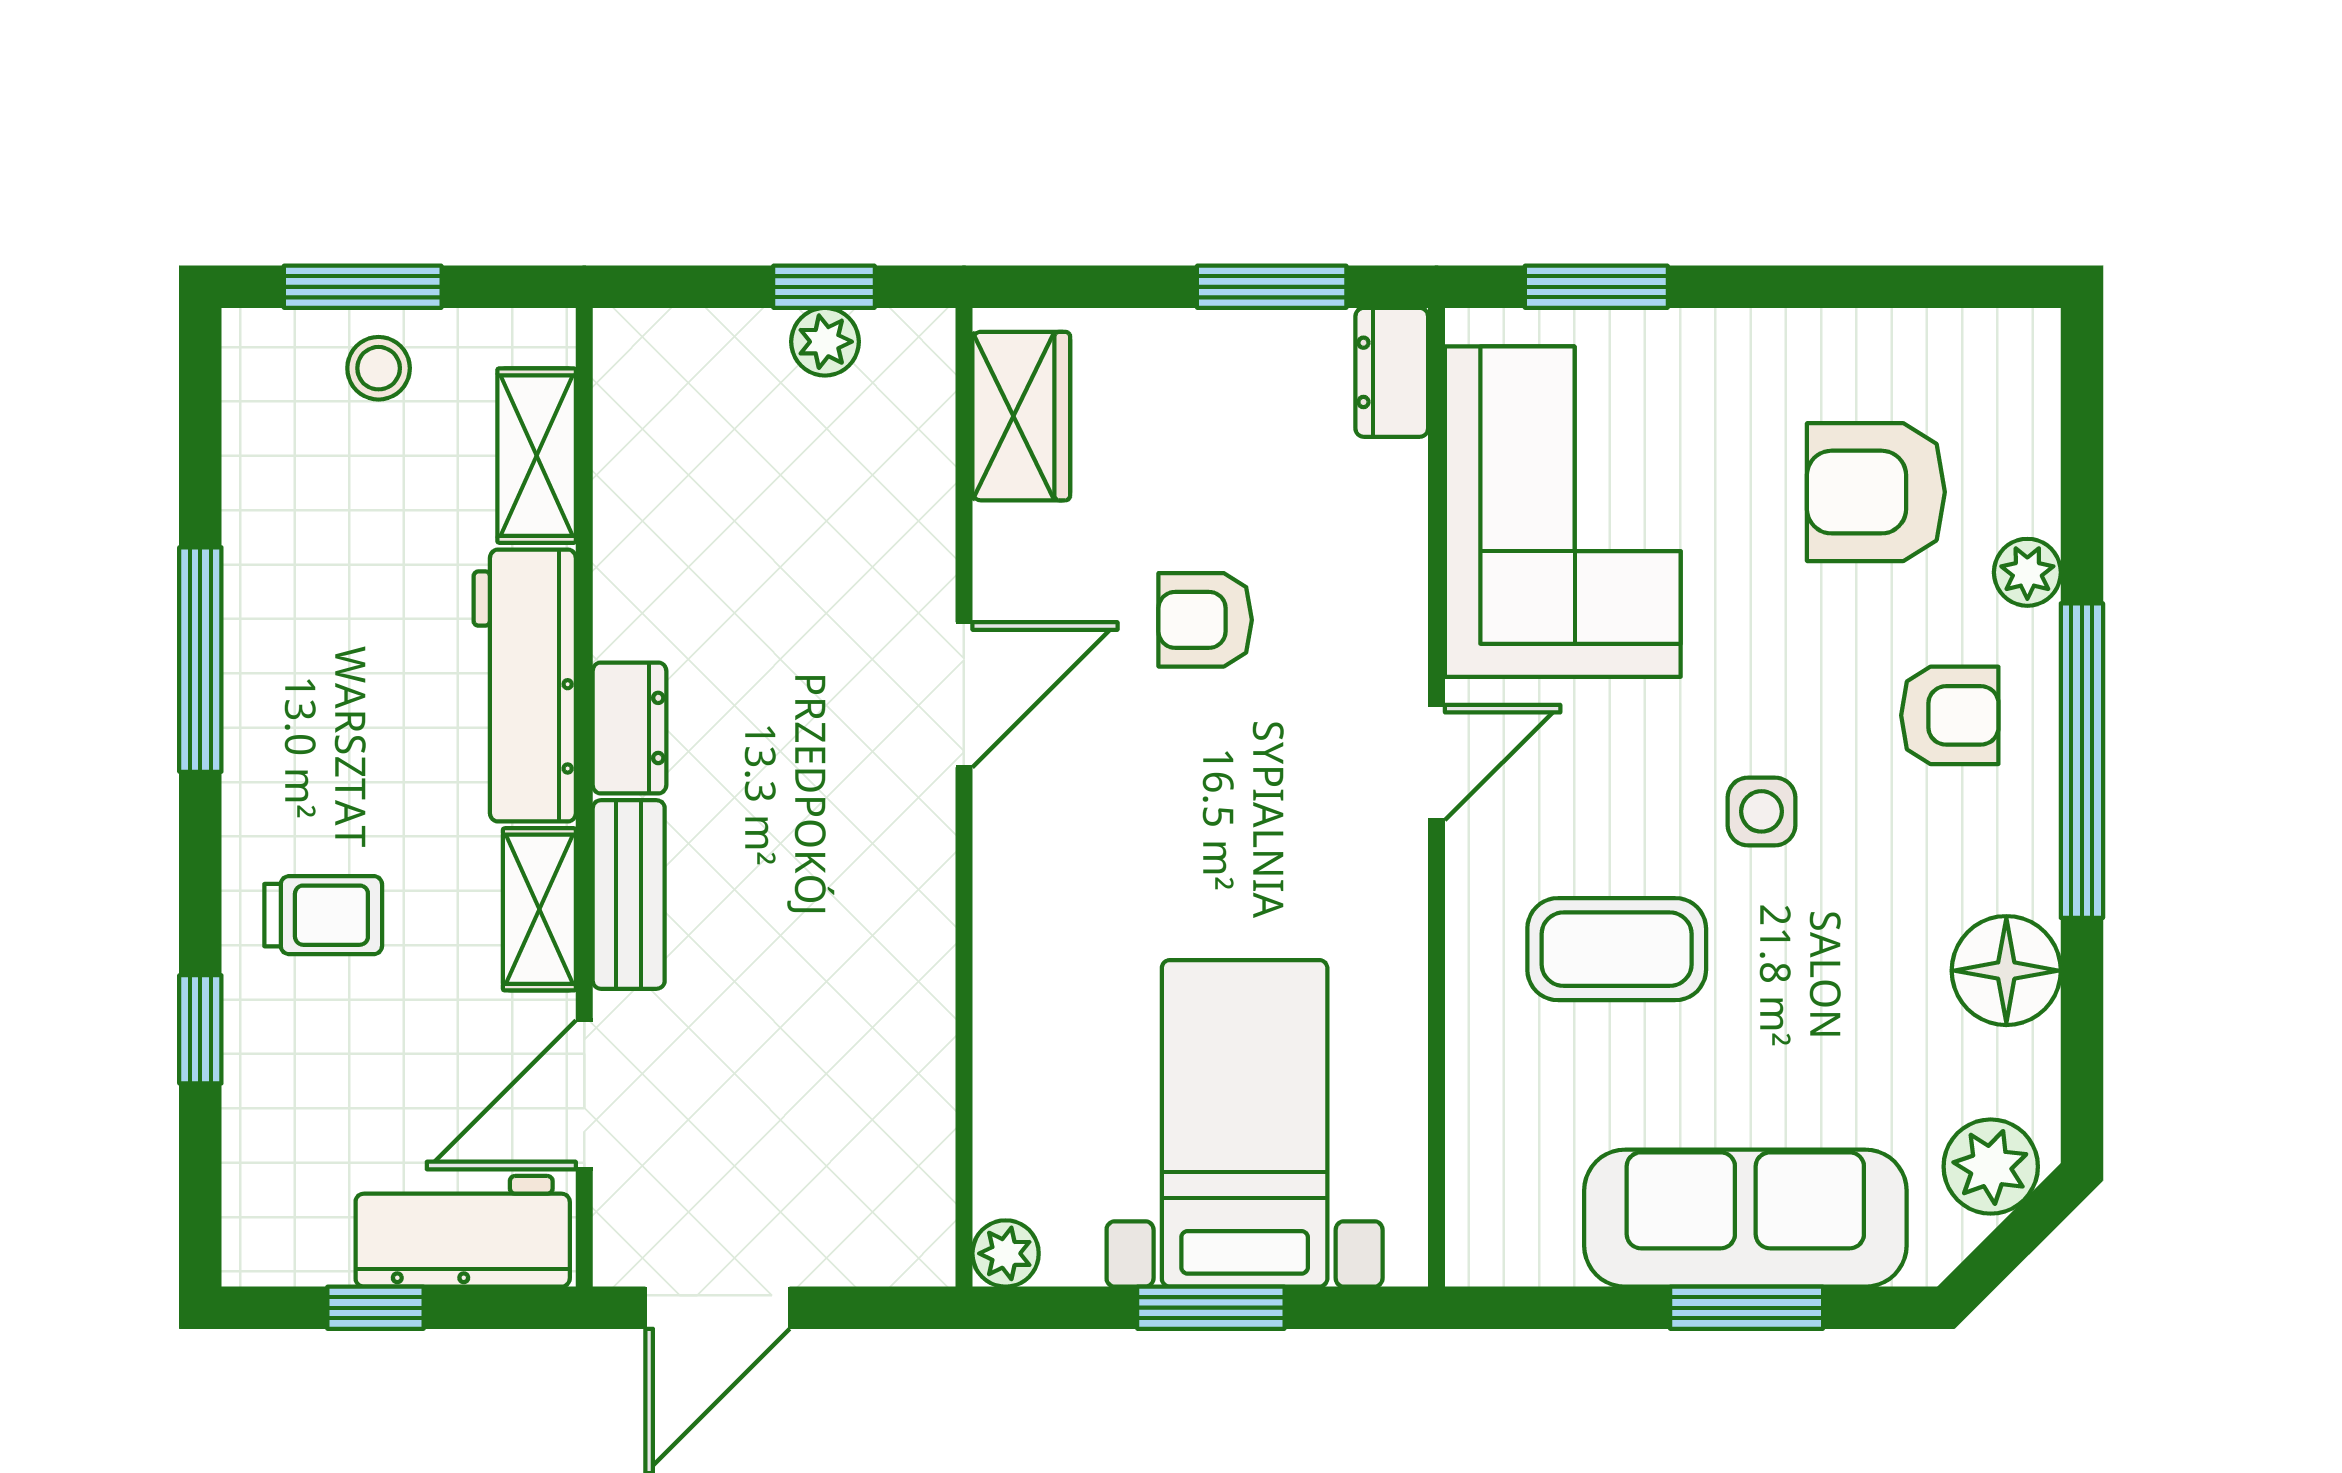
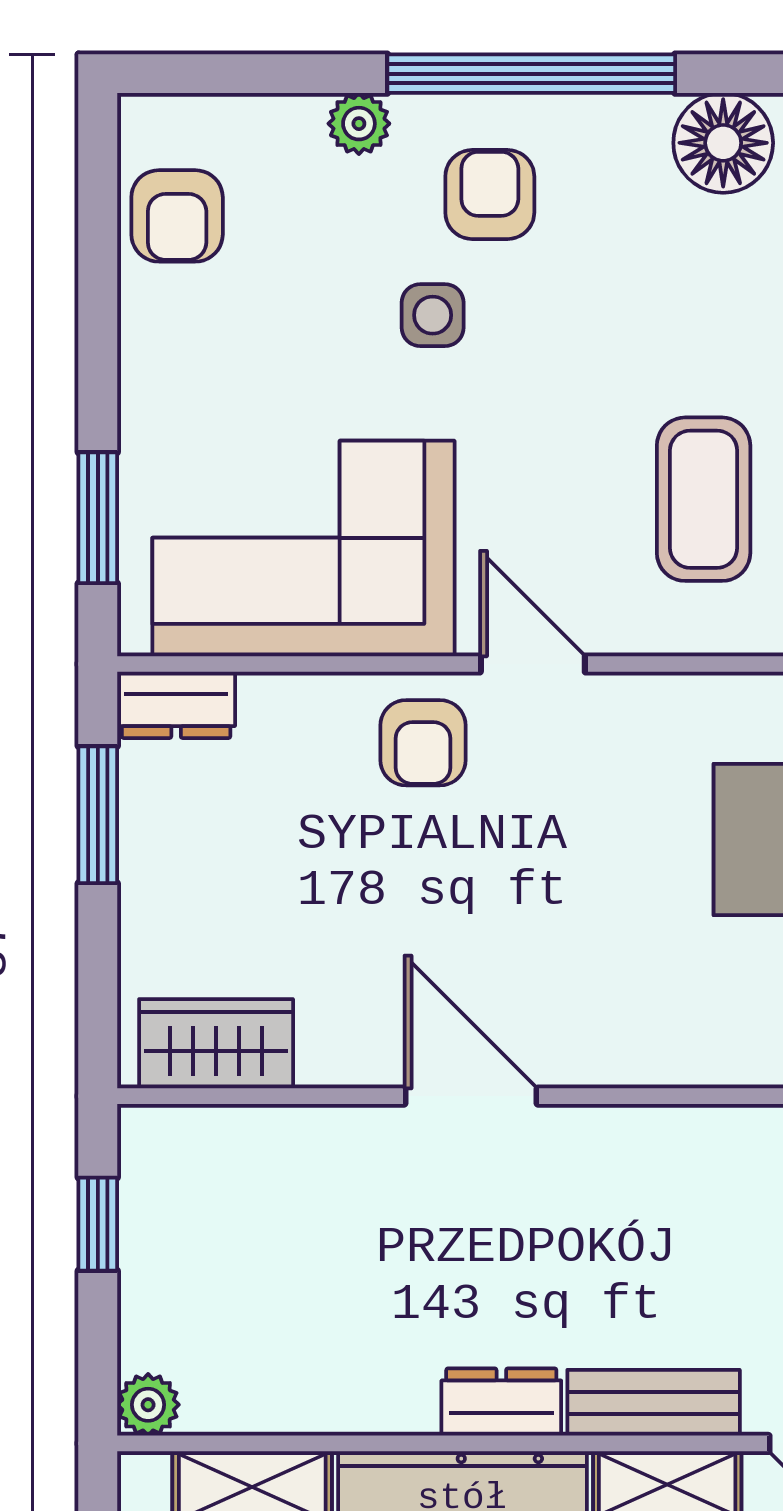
plant: (825, 342) -> (148, 1405), moved
armchair: (1876, 492) -> (177, 216), moved, width x0.72, depth x0.72
armchair: (1205, 620) -> (423, 743), moved
side table: (1761, 811) -> (433, 315), moved

